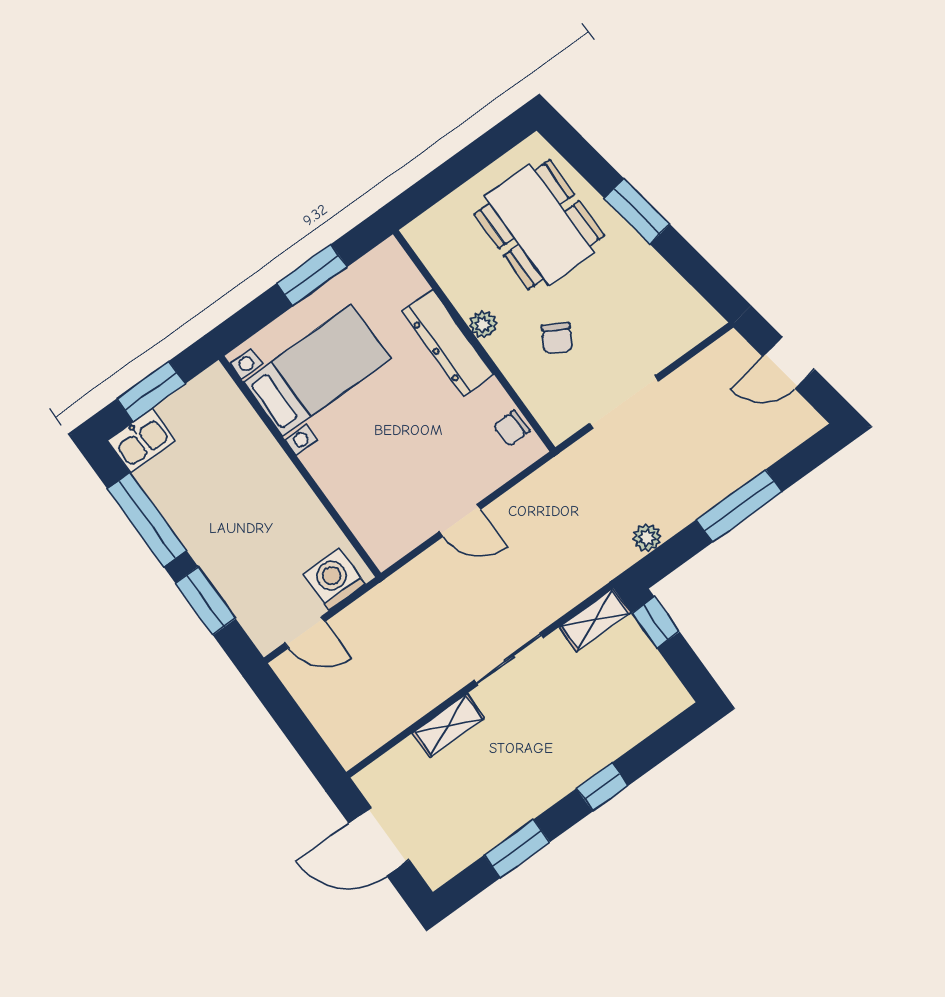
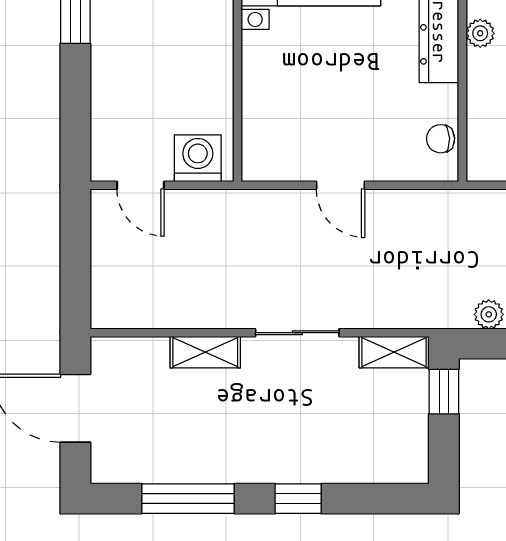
window: (205, 601) -> (75, 98), removed
window: (517, 849) -> (188, 499), width x1.44

